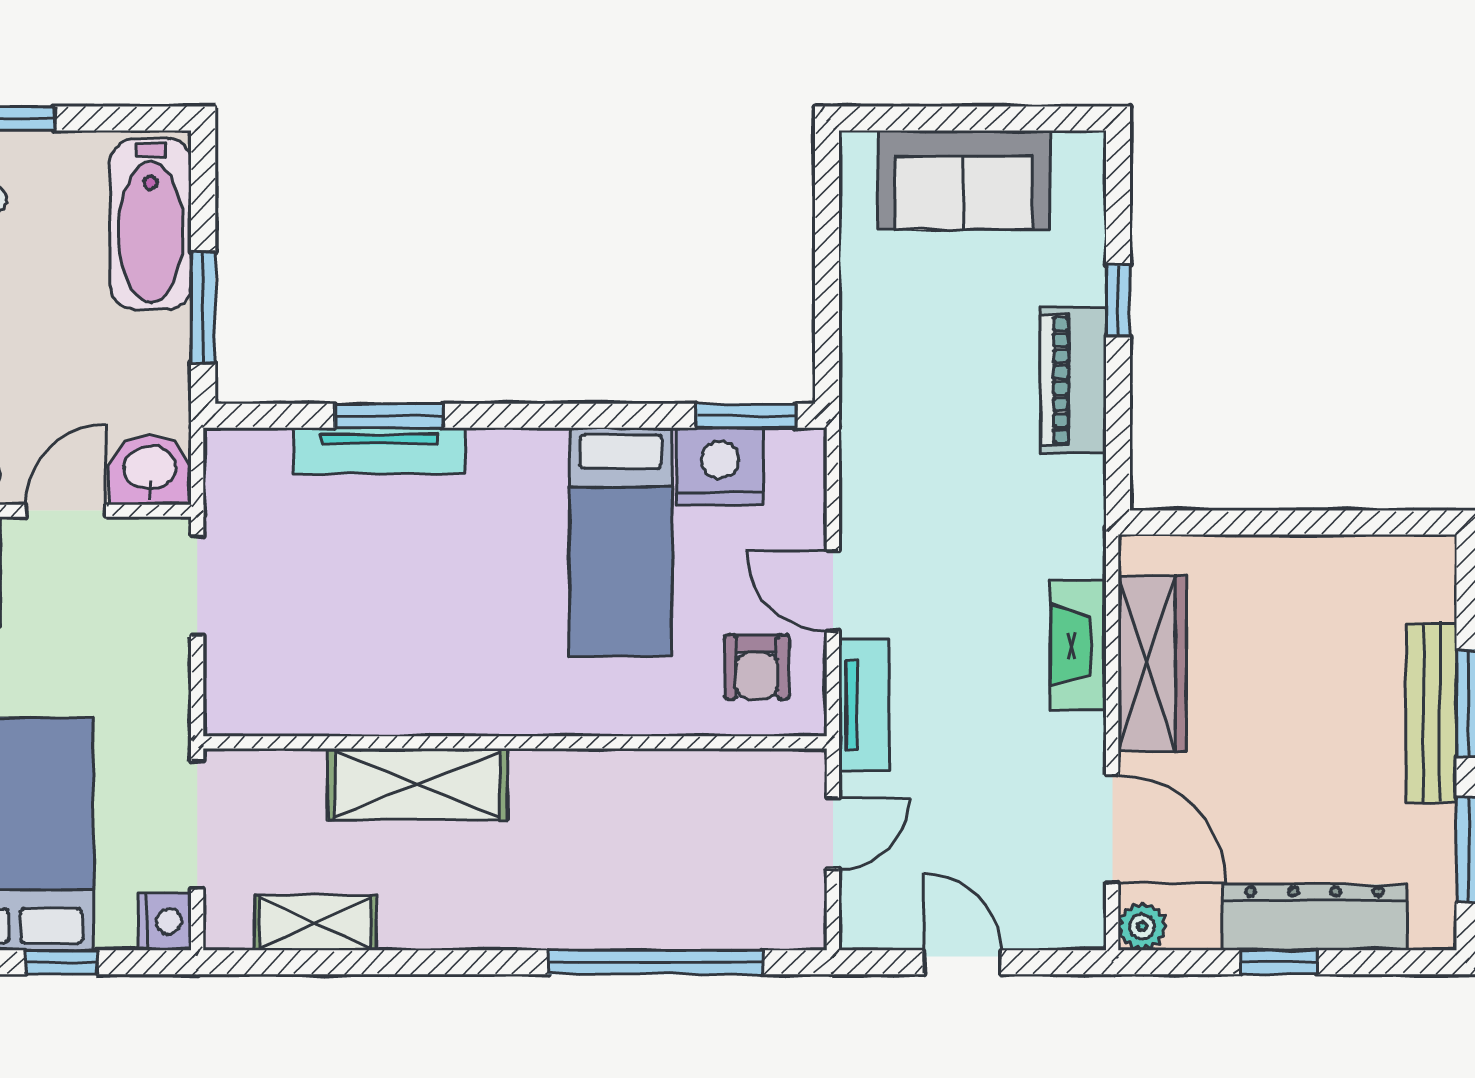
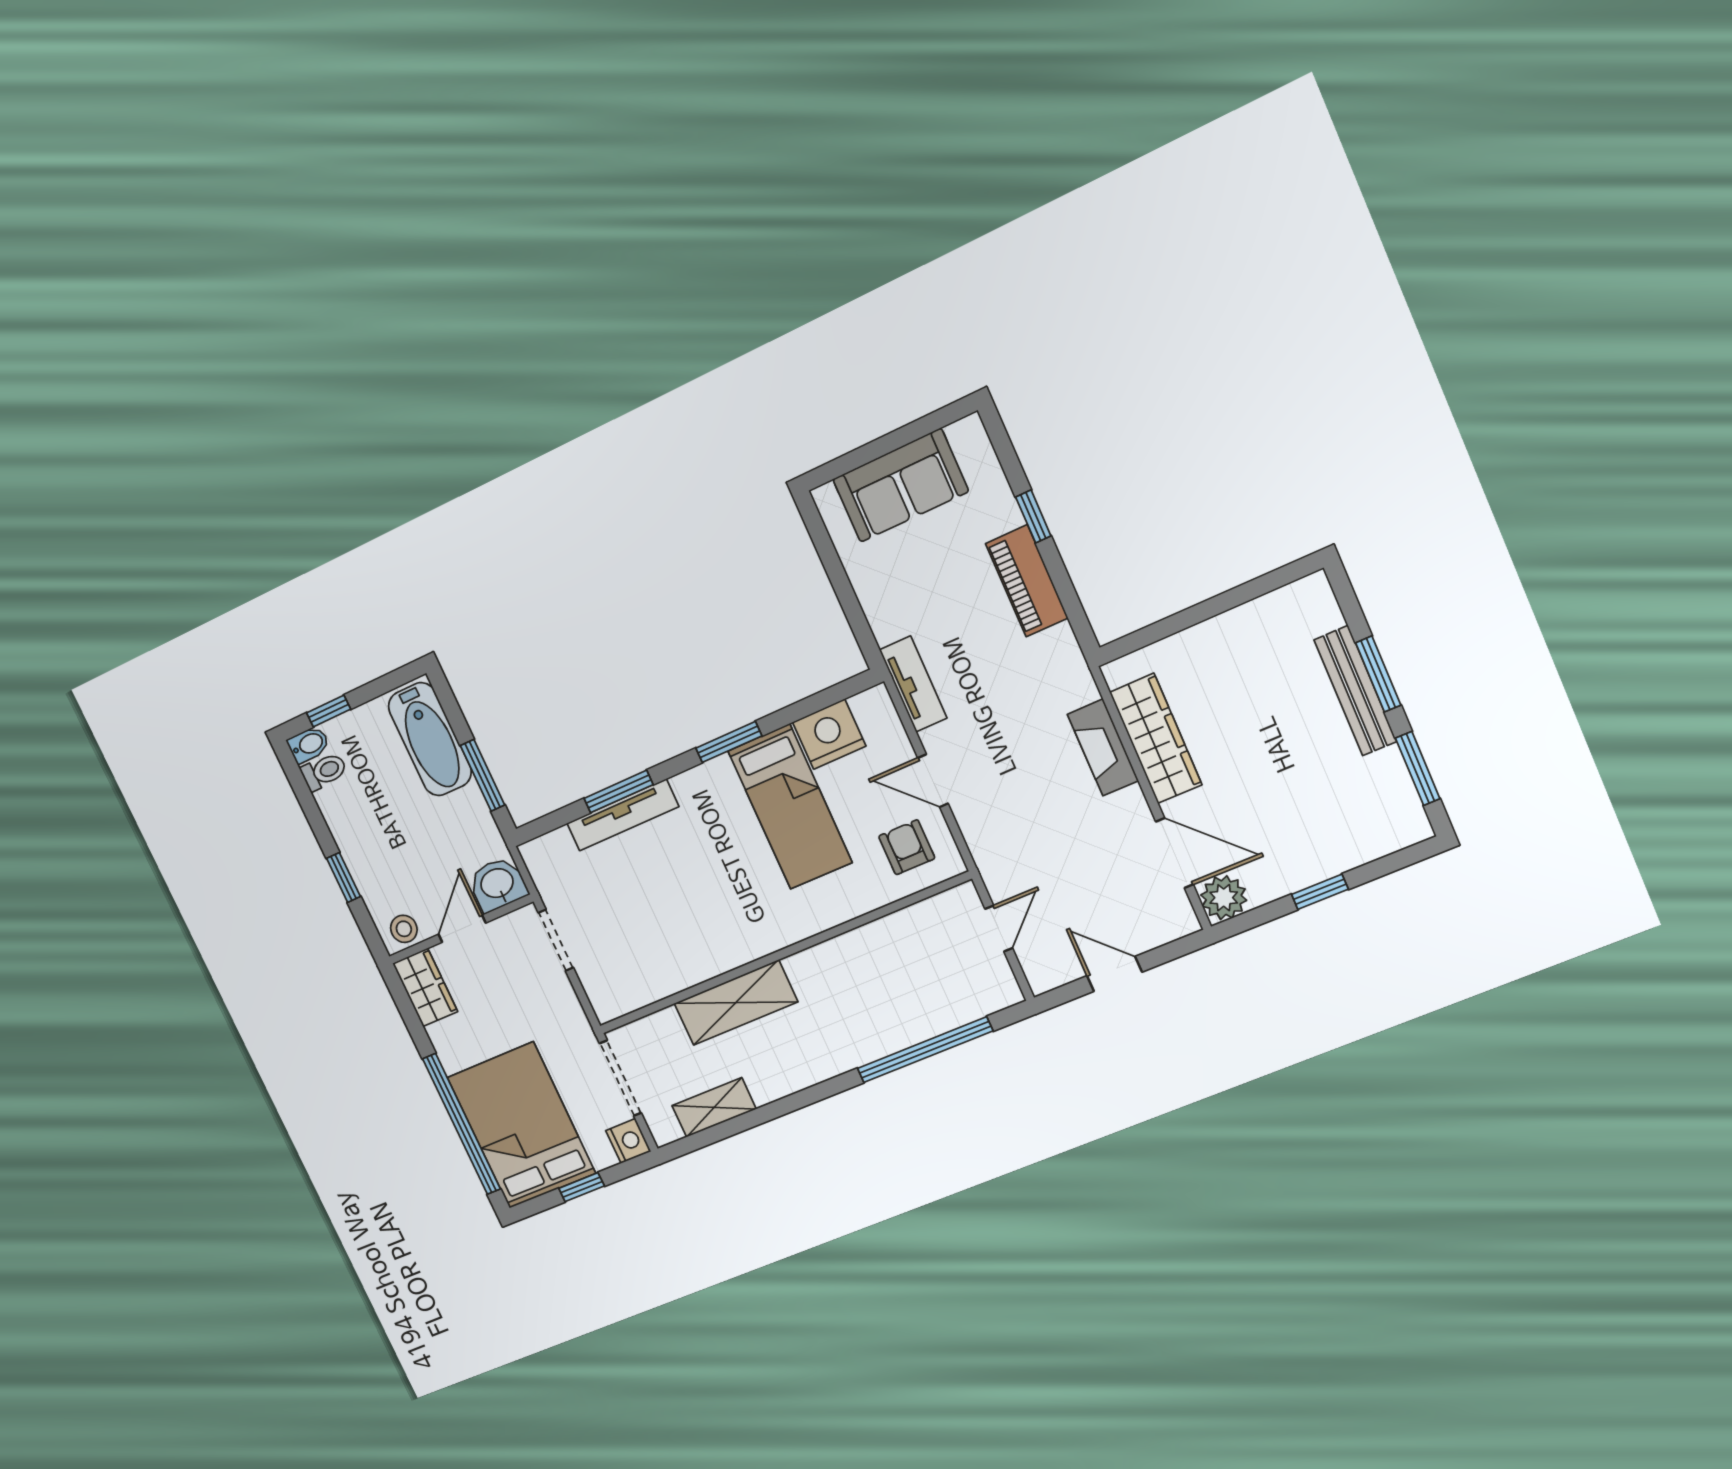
window: (746, 416) -> (729, 742), moved
armchair: (757, 667) -> (907, 847), turned 180
tv unit: (864, 705) -> (913, 684), moved
dresser: (1315, 917) -> (1332, 854), removed
plant: (1142, 926) -> (1224, 898), width x1.38, depth x1.38

